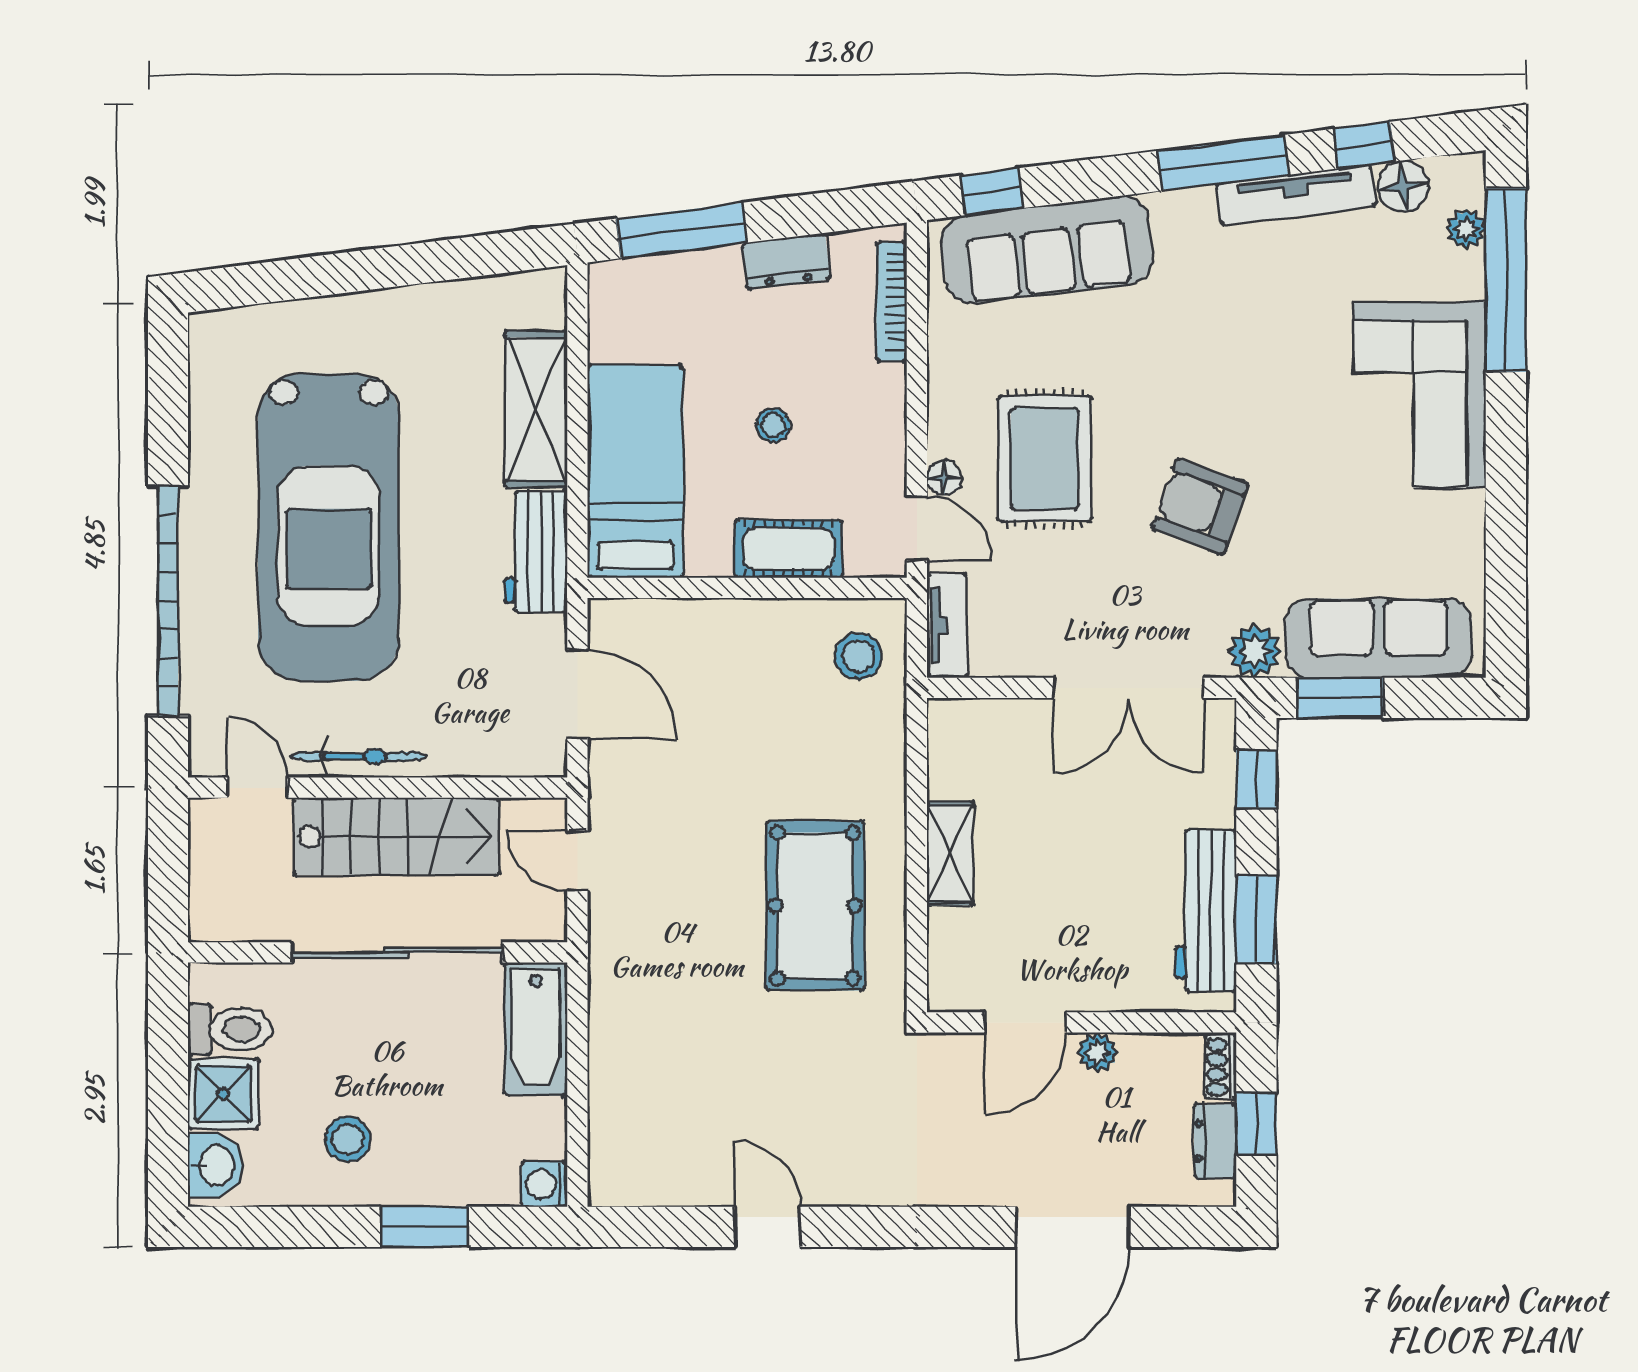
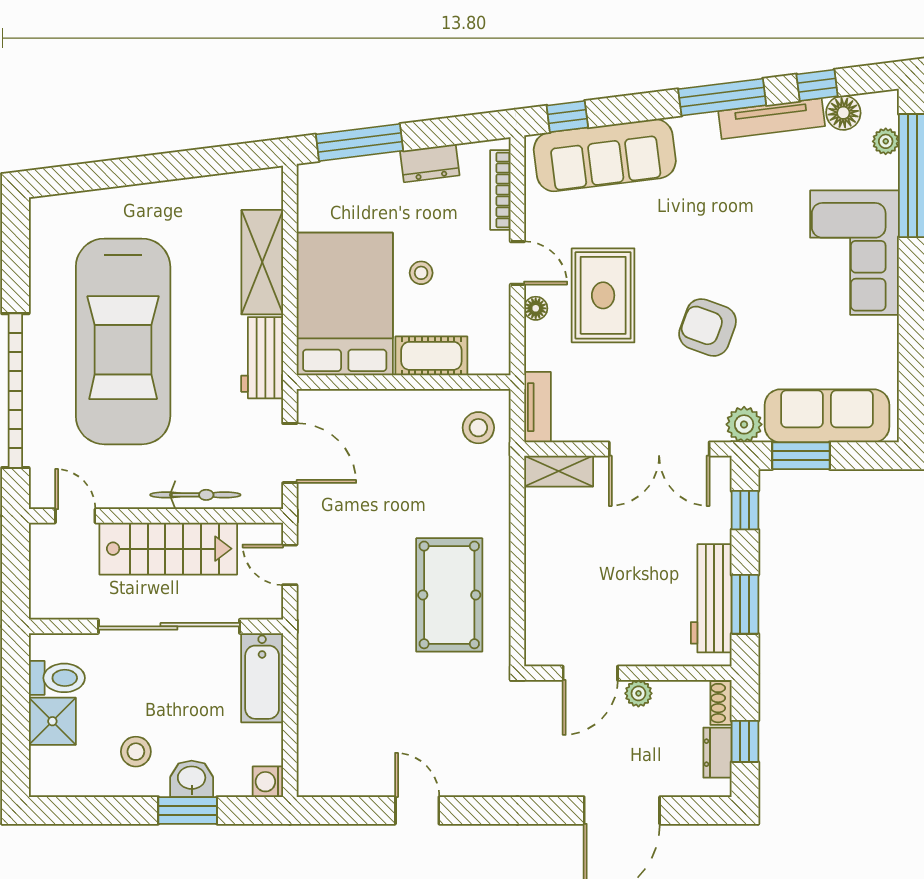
bed: (635, 472) -> (345, 304), width x1.50
door: (917, 528) -> (517, 263), moved
bicycle: (359, 756) -> (195, 495), moved
shelving: (950, 854) -> (559, 471), moved, turned 90
washbasin: (215, 1165) -> (192, 779), moved, turned -90

